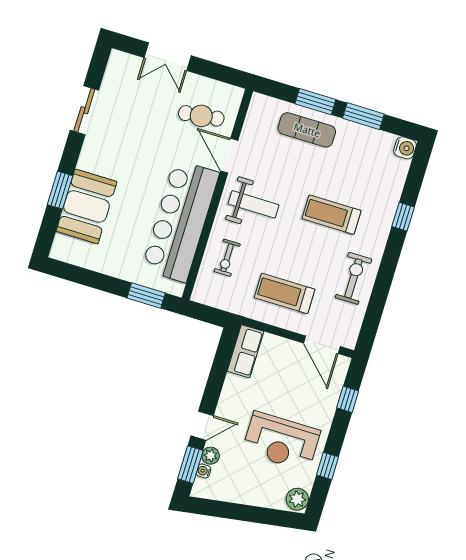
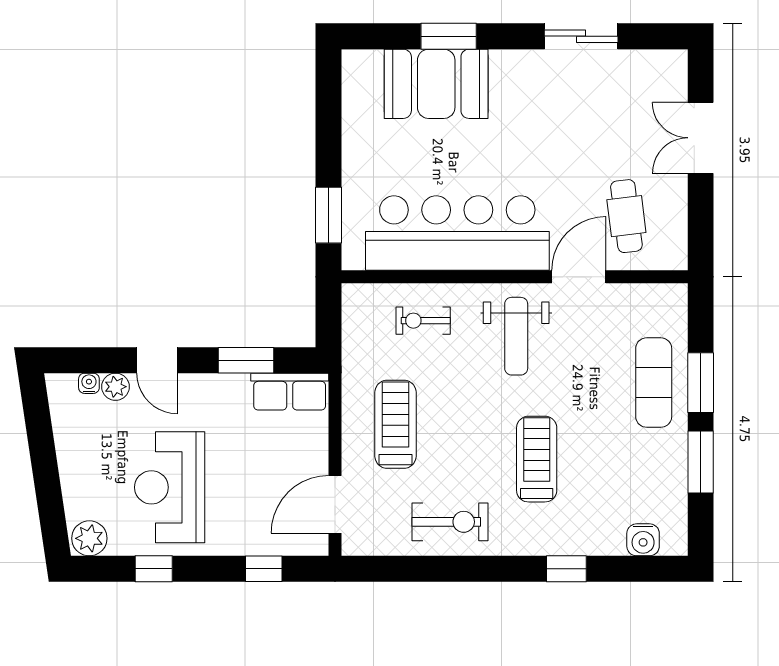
water cooler: (405, 148) -> (643, 540), moved
window: (190, 465) -> (246, 360), moved

